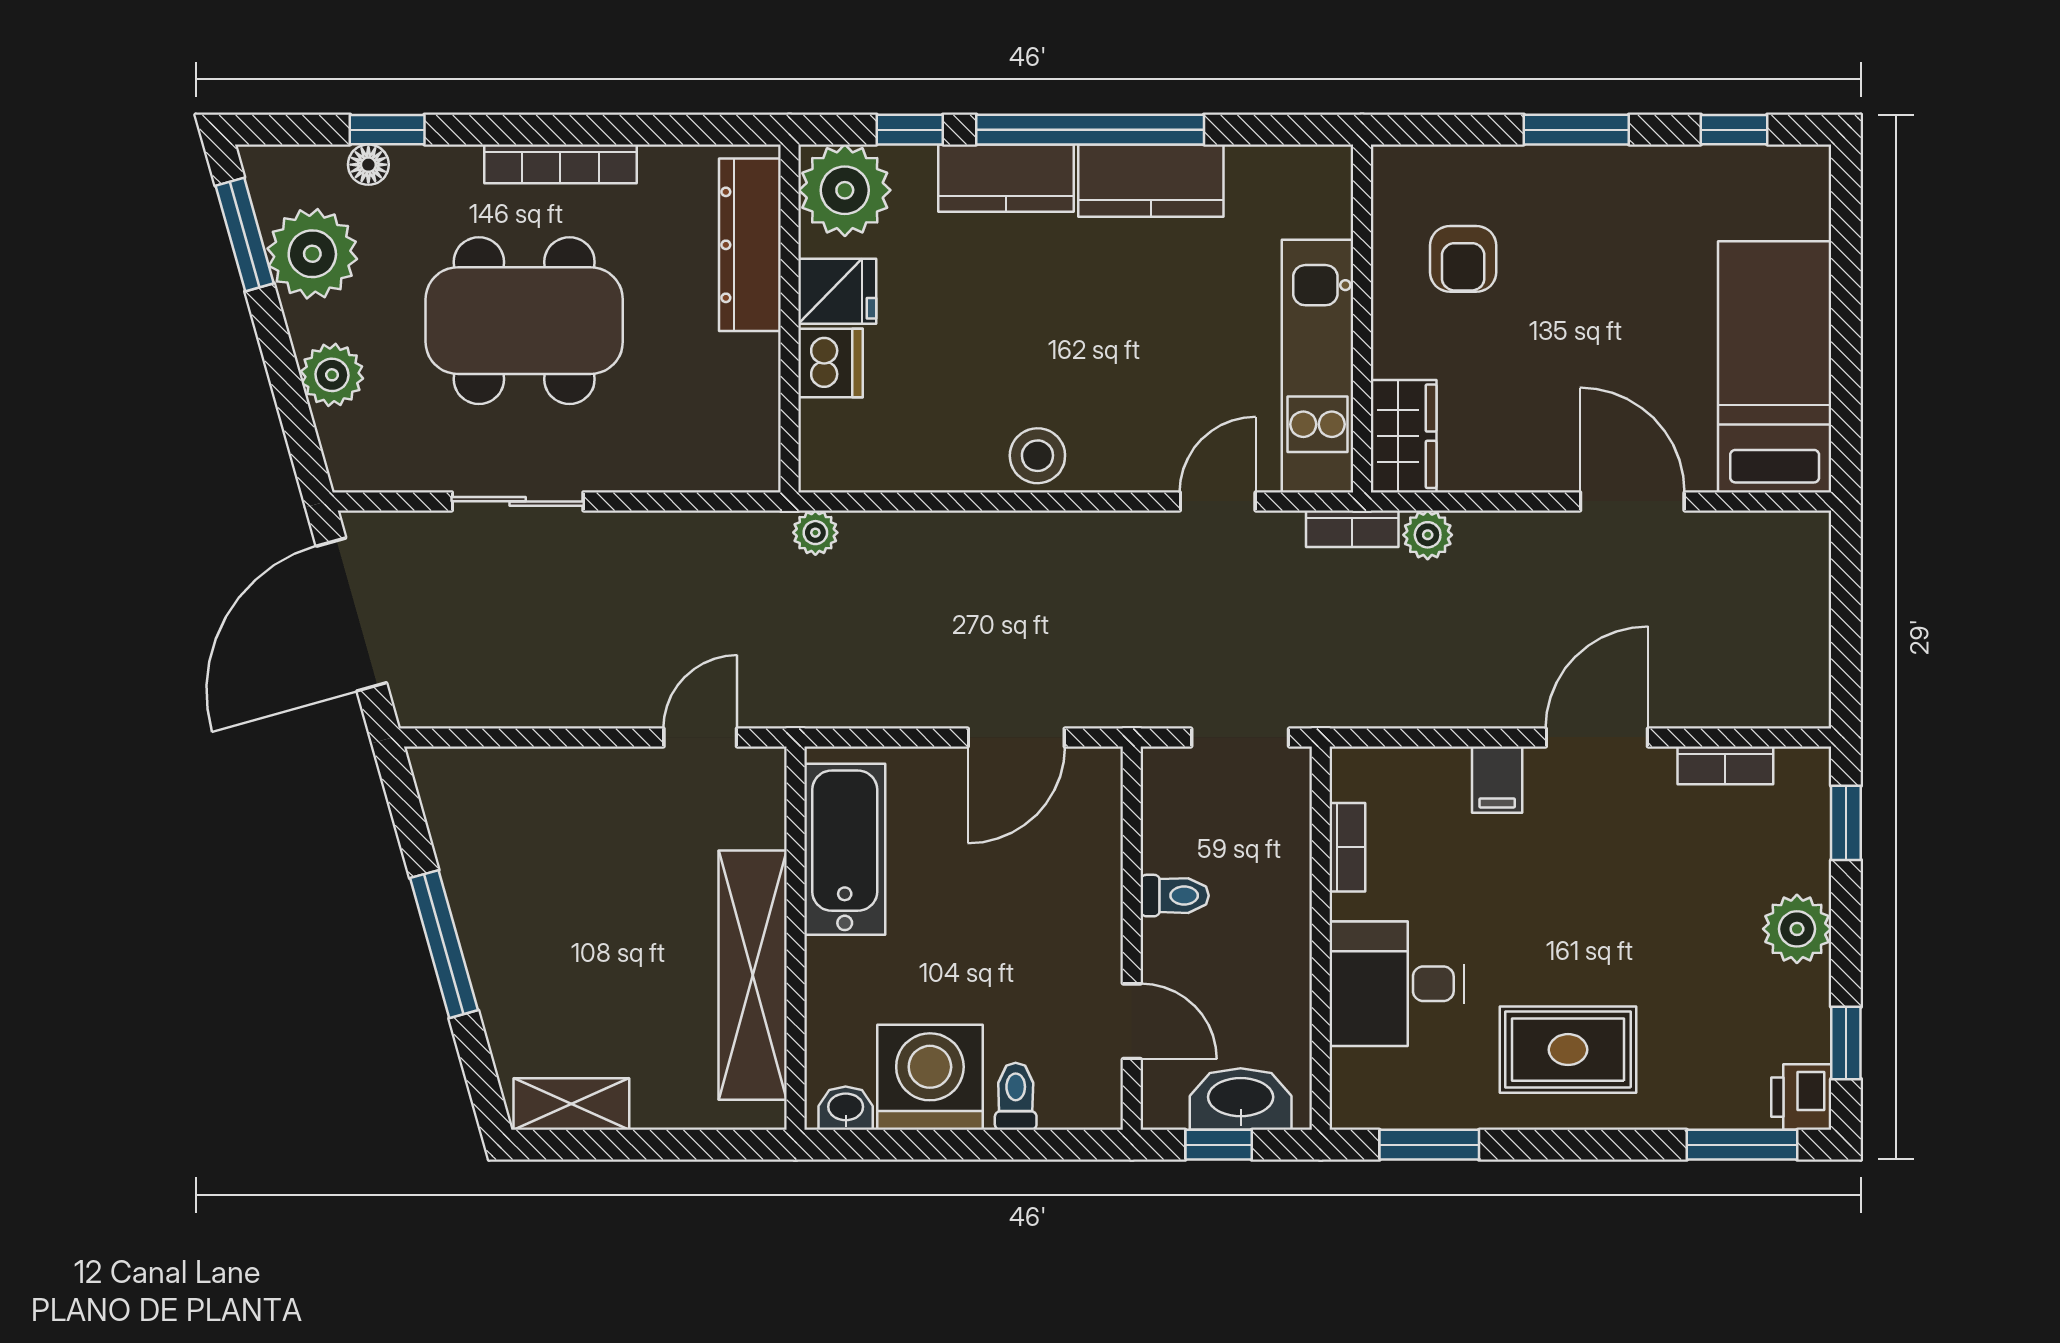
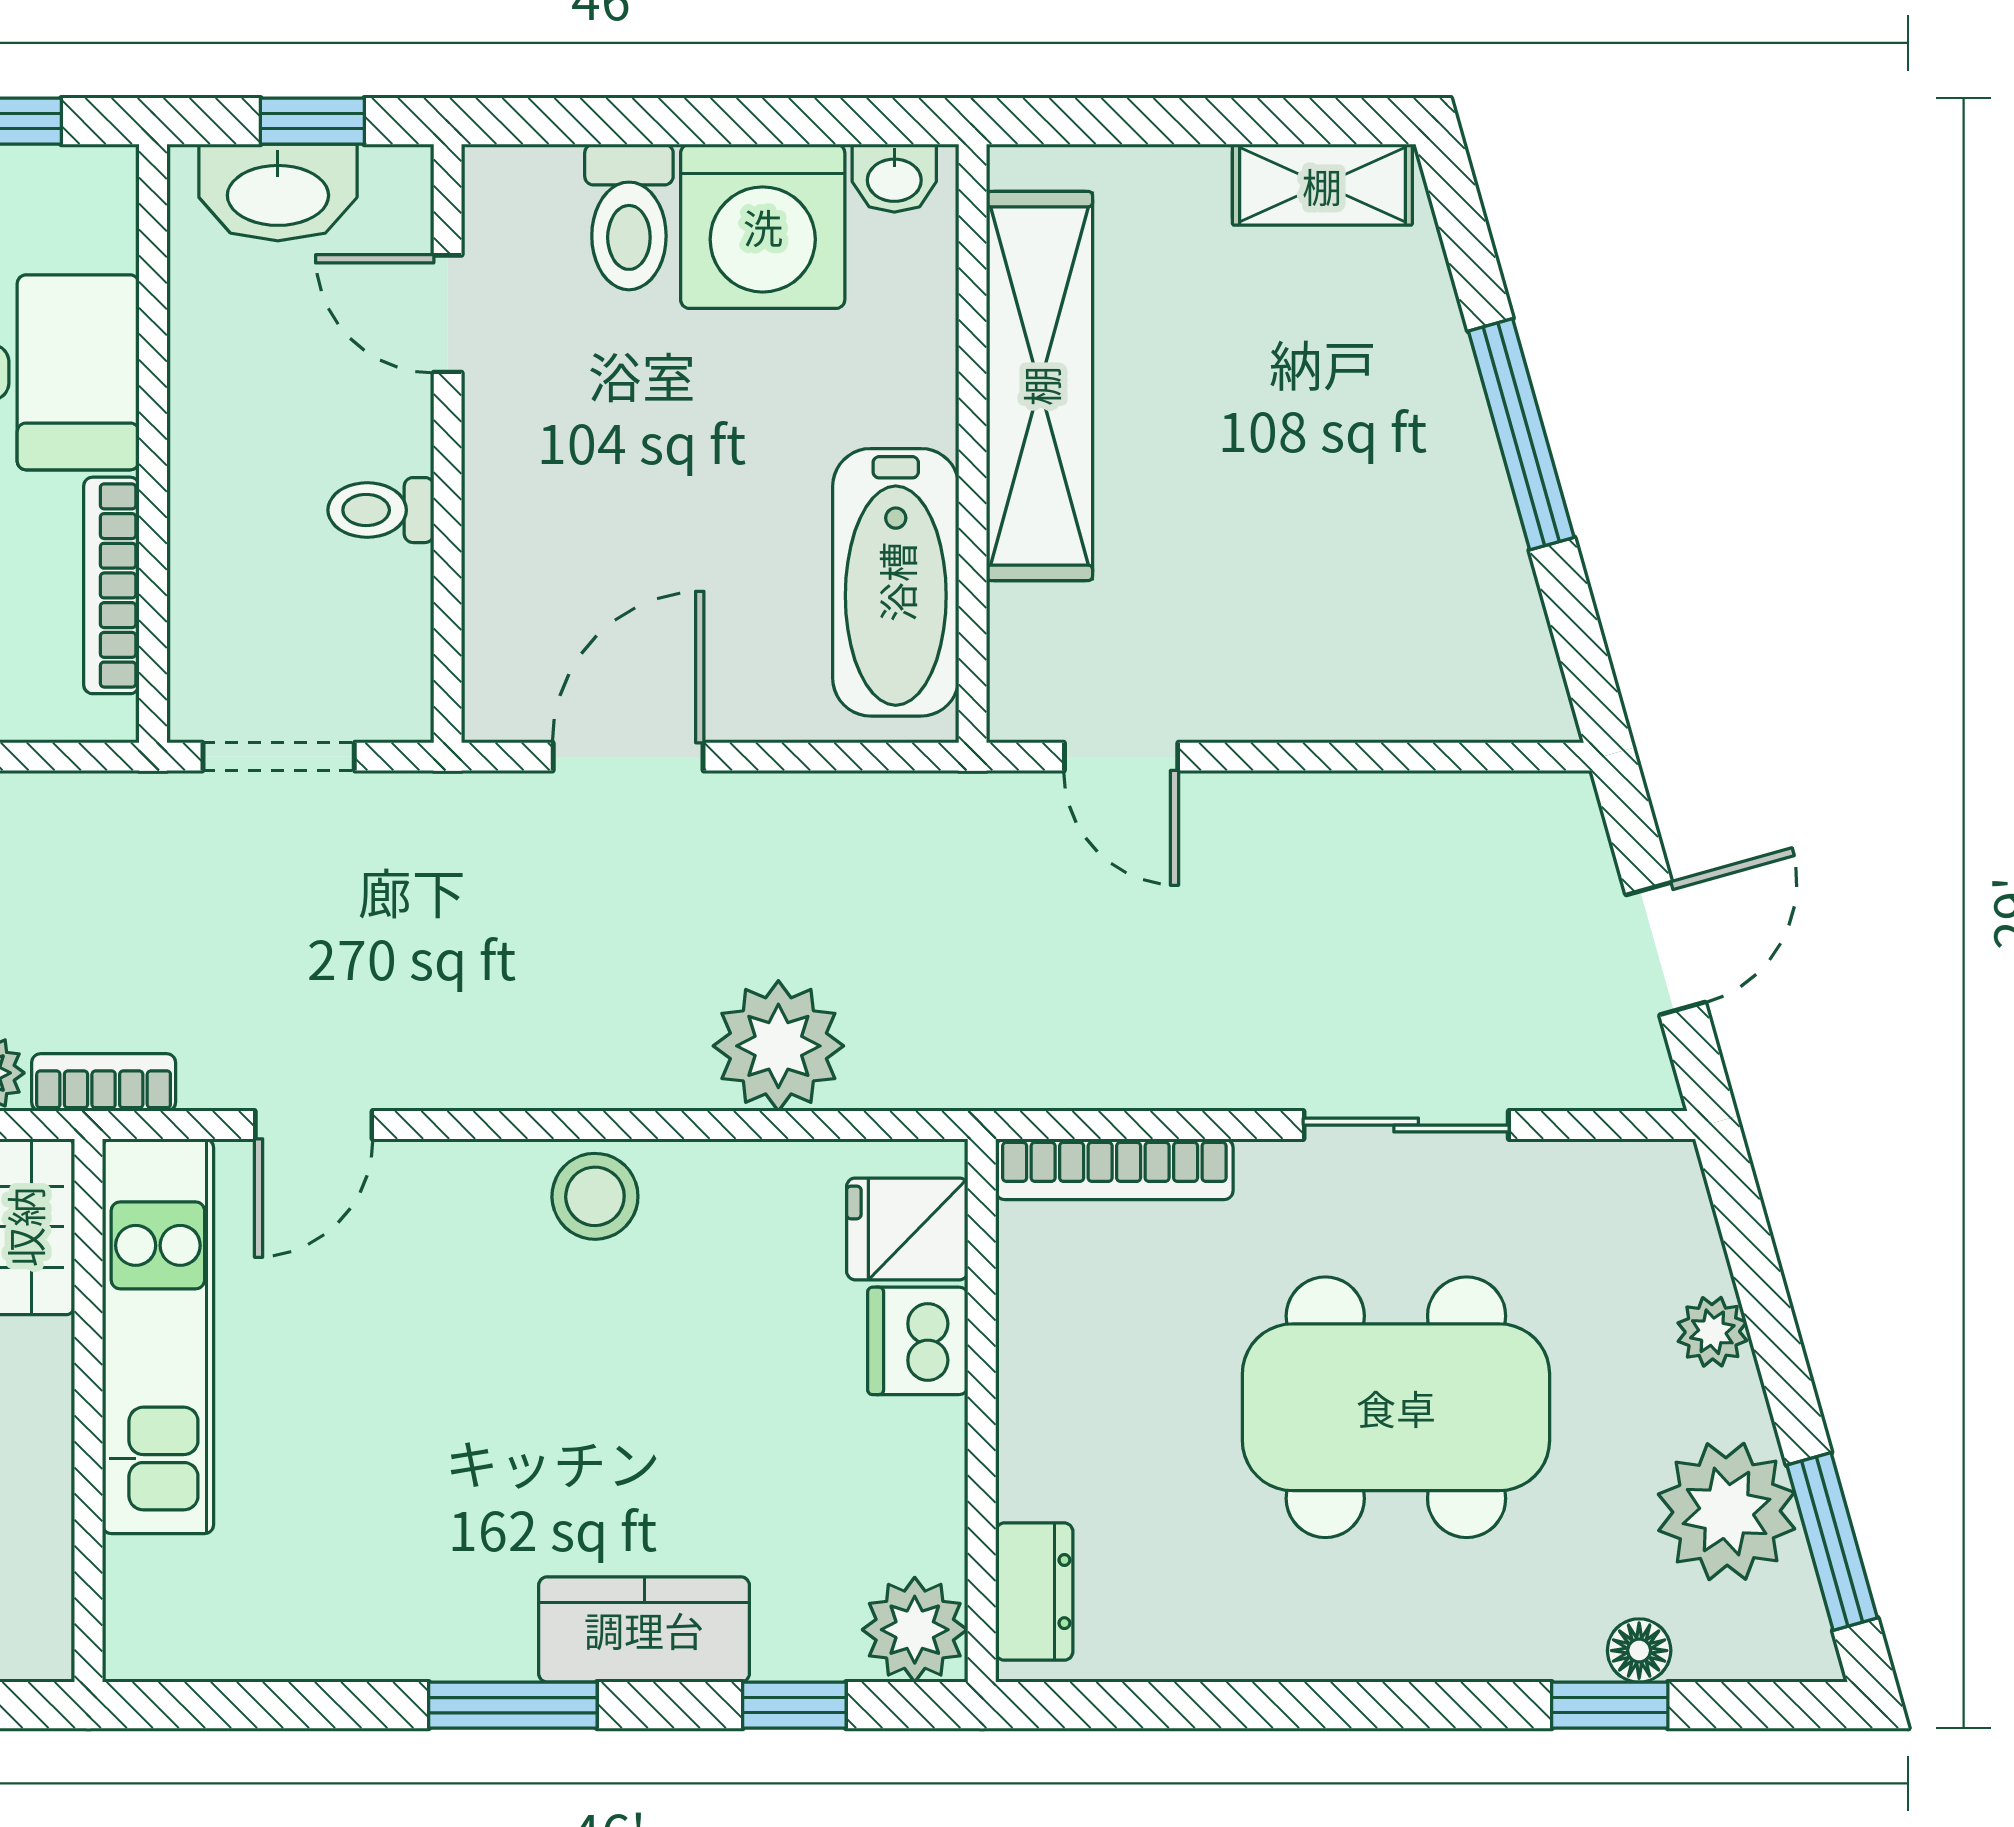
window: (1090, 130) -> (513, 1705), width x0.47
bookcase: (560, 164) -> (1114, 1169), moved, turned 180
kitchen counter: (1151, 181) -> (418, 1626), removed
plant: (845, 190) -> (915, 1630), width x0.73, depth x0.73
dresser: (750, 245) -> (1034, 1592), width x0.51, depth x0.80
fridge: (837, 291) -> (907, 1229), moved
plant: (332, 375) -> (1712, 1332), width x0.73, depth x0.73
plant: (815, 533) -> (778, 1046), moved, width x1.87, depth x1.87
door: (351, 614) -> (1666, 949), width x0.53
door: (700, 737) -> (1121, 757), hinge flipped
bookcase: (1347, 847) -> (111, 585), width x1.56
toilet: (1016, 1096) -> (629, 217), width x1.37, depth x1.39

